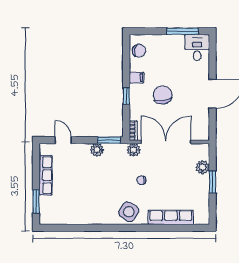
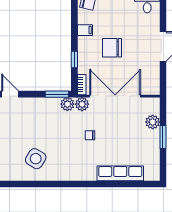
chair: (163, 95) -> (112, 48), turned -82
window: (126, 96) -> (74, 59), moved
plant: (97, 150) -> (67, 104), moved
side table: (129, 212) -> (36, 159), moved

